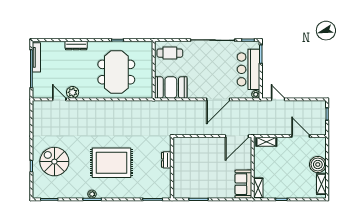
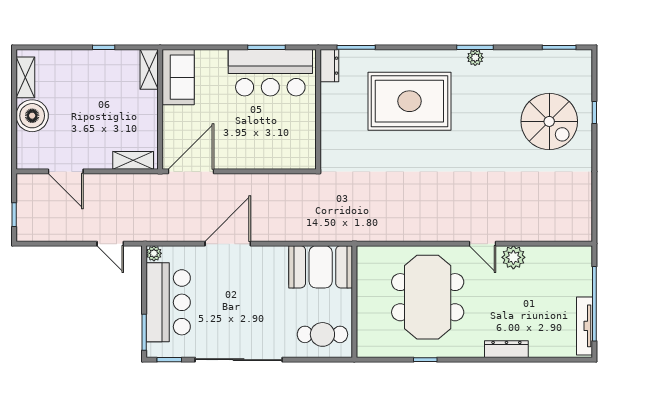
door: (59, 99) -> (483, 244), moved
dresser: (166, 160) -> (329, 66), moved
rug: (111, 163) -> (409, 101), moved
bar counter: (196, 186) -> (270, 73), added

